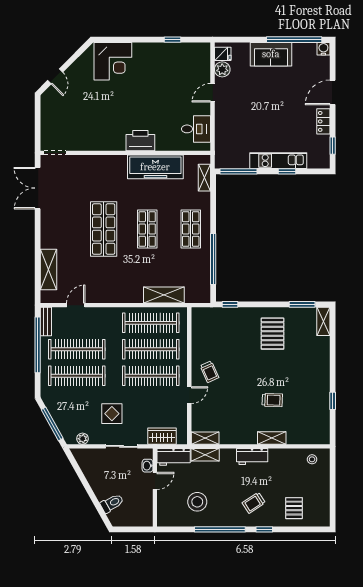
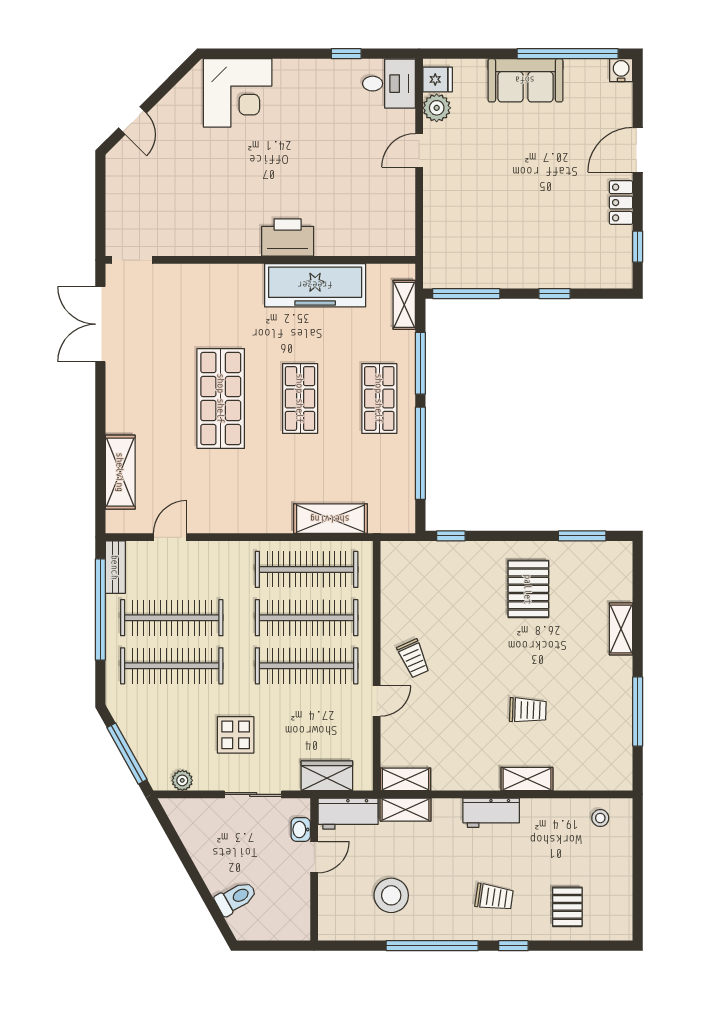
desk: (196, 129) -> (389, 84), moved
kitchen unit: (278, 161) -> (539, 274), removed
window: (213, 210) -> (420, 363), added
shelving: (323, 321) -> (621, 629), moved
window: (333, 401) -> (638, 711), width x2.17
trolley: (254, 503) -> (494, 897), turned -139

